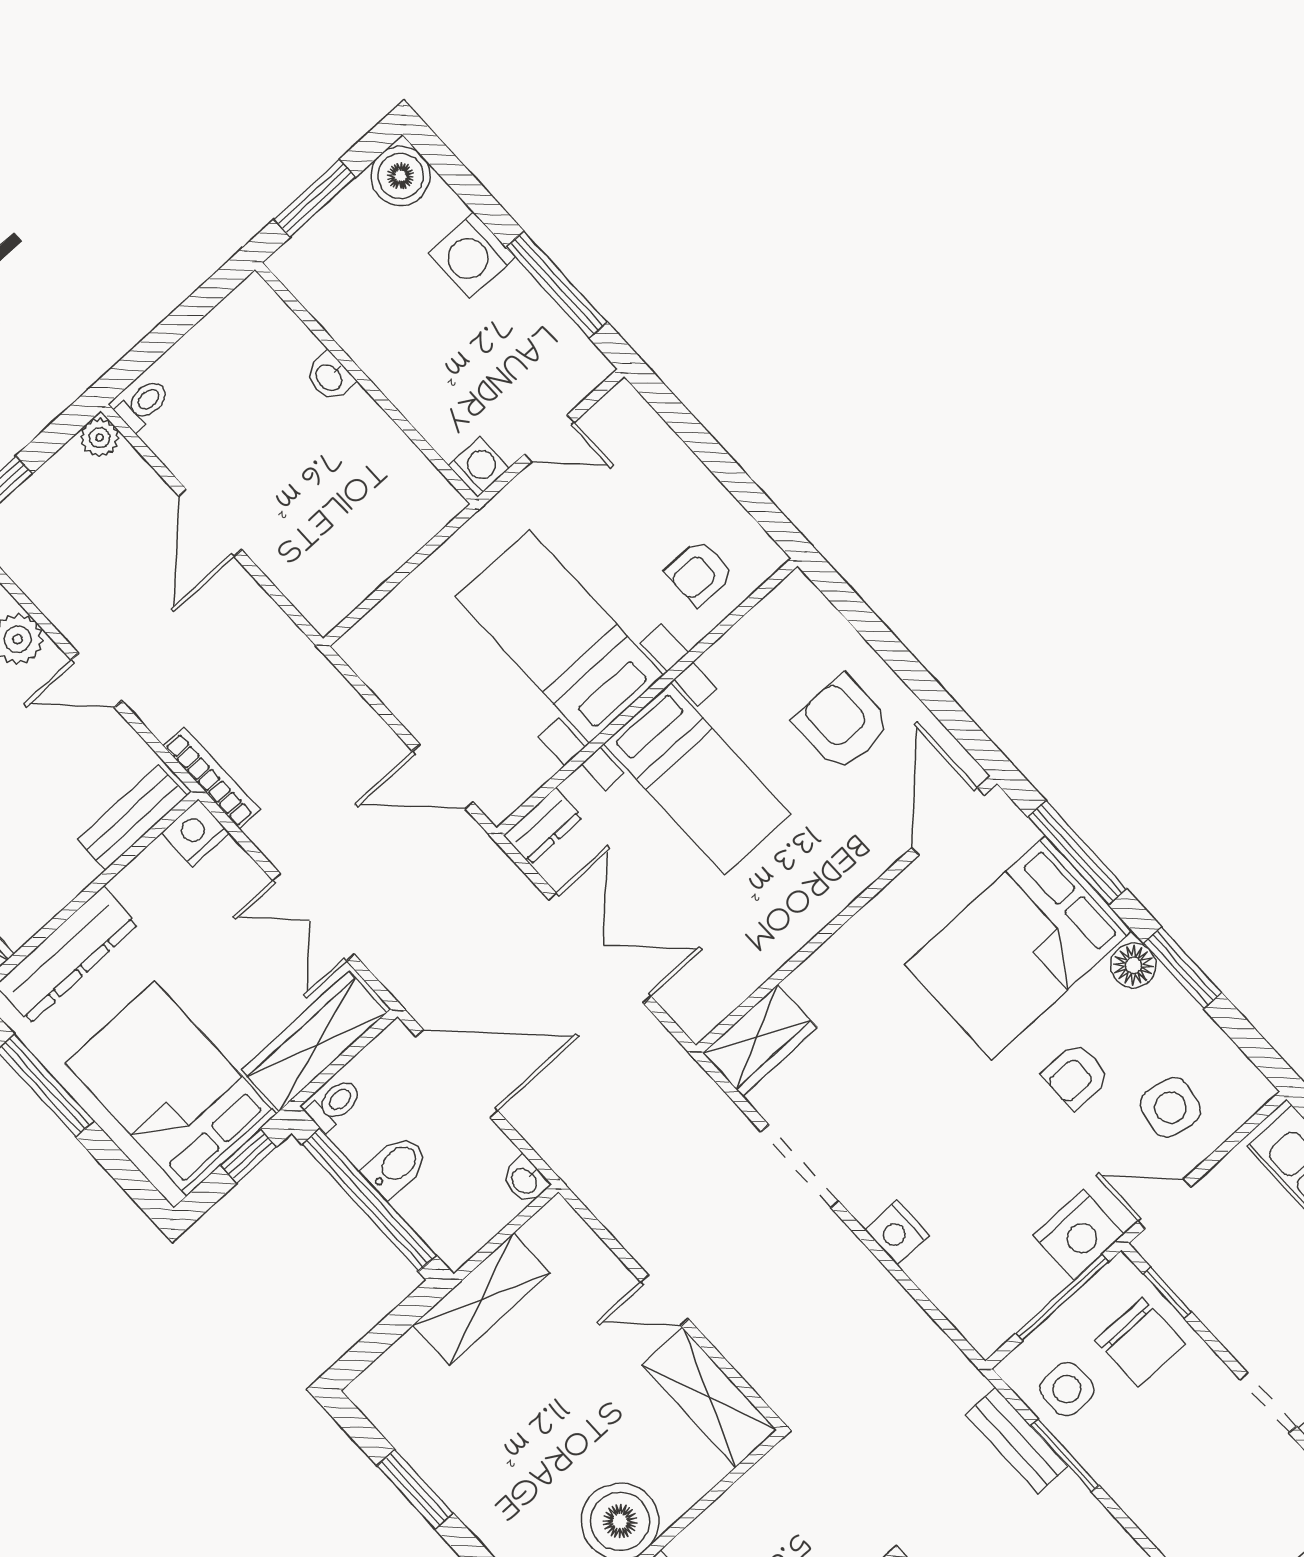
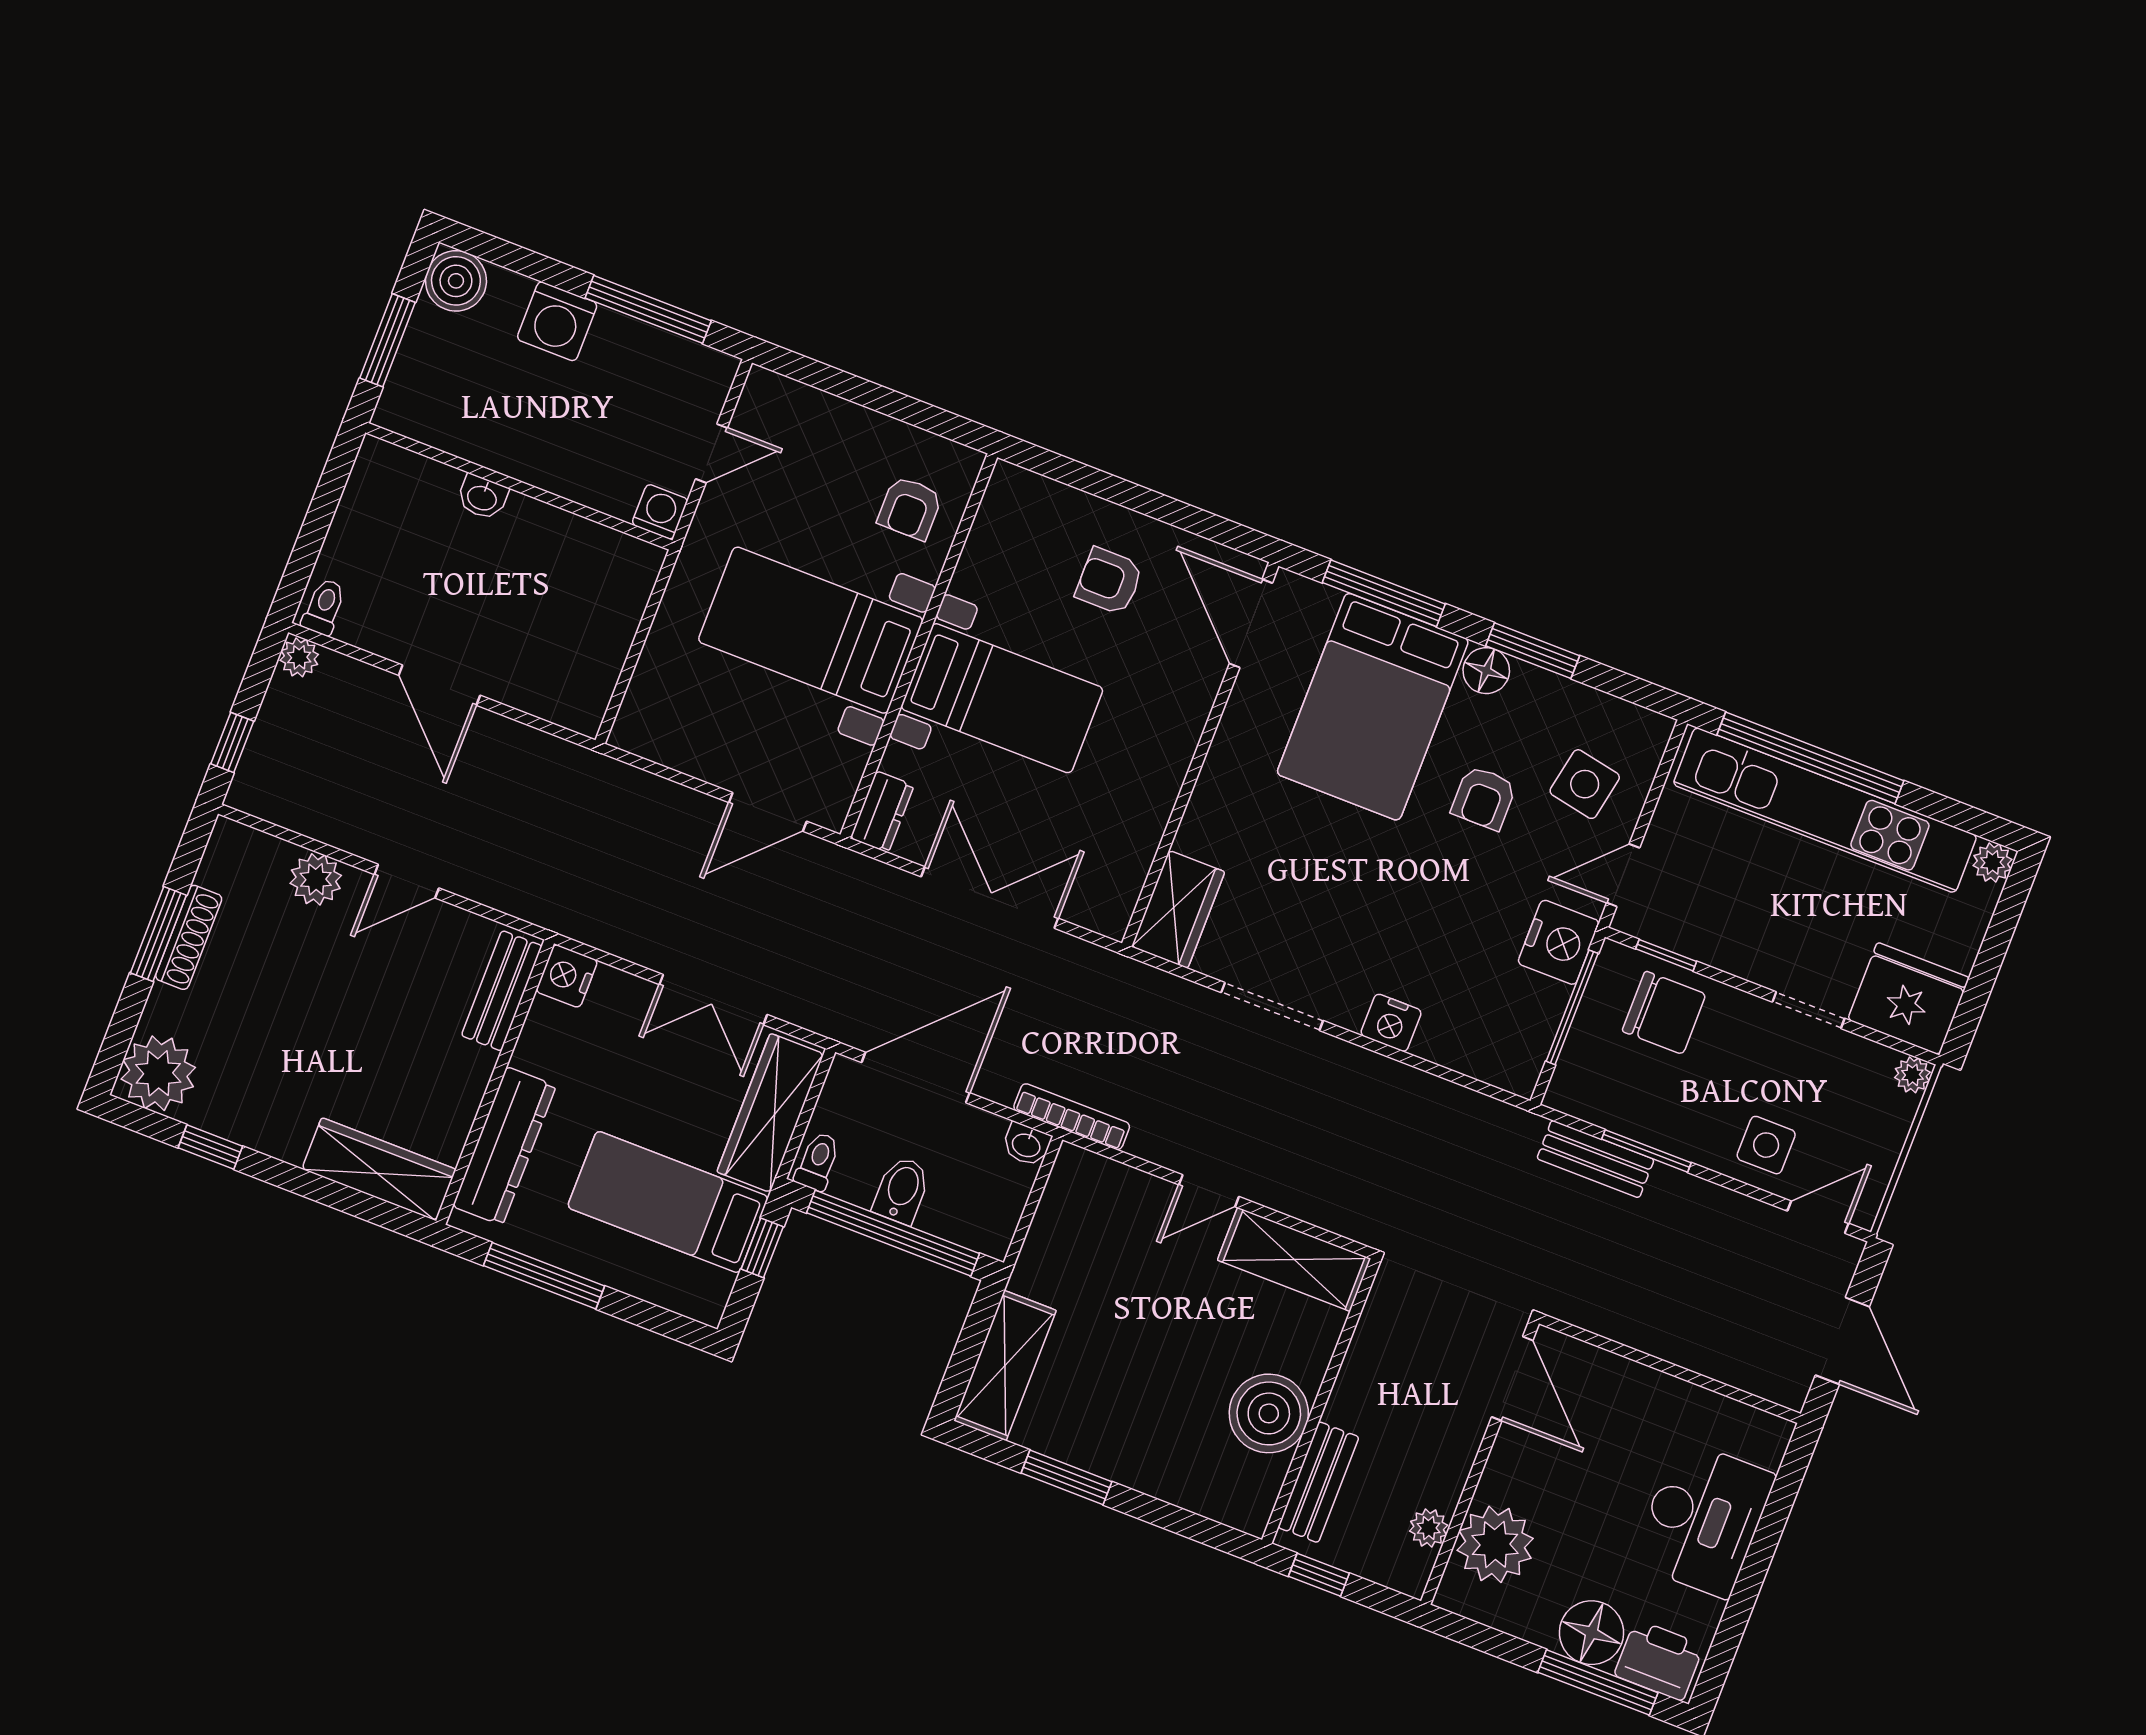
armchair: (842, 723) -> (1109, 581), width x0.72, depth x0.72
bookcase: (212, 778) -> (1072, 1117), moved
bed: (171, 1089) -> (668, 1202), width x0.67
shelving: (481, 1299) -> (1005, 1365), moved
side table: (1067, 1389) -> (1766, 1145), moved

